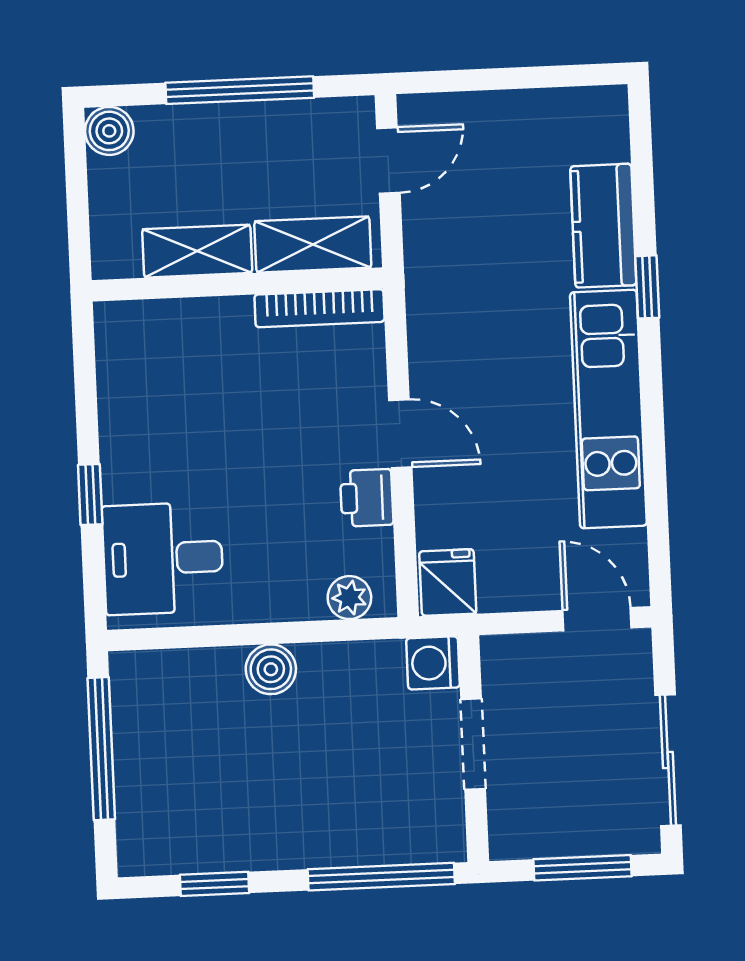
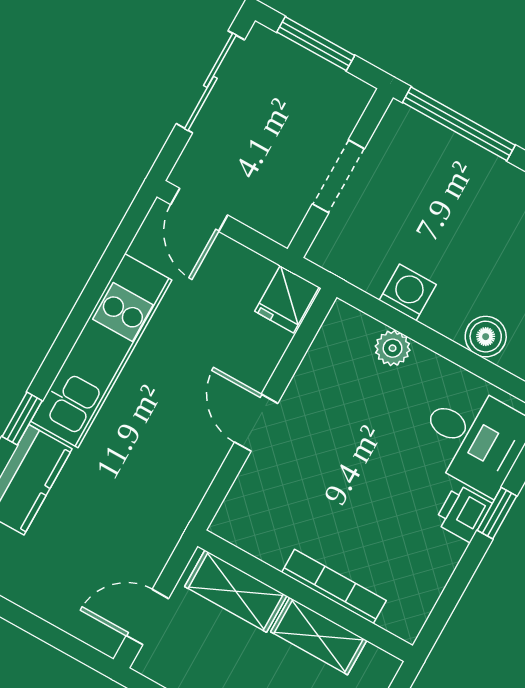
bookcase: (319, 308) -> (334, 586), moved
printer: (367, 498) -> (463, 513), moved, turned 180
plant: (349, 598) -> (393, 348), moved
washing machine: (433, 663) -> (408, 292), moved, turned -90
boiler: (271, 669) -> (486, 337), moved

